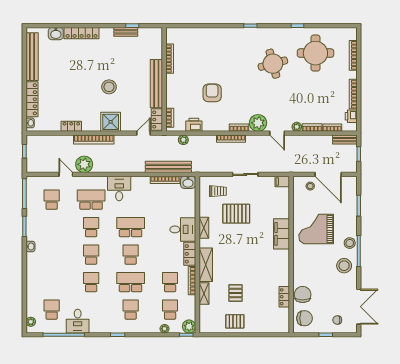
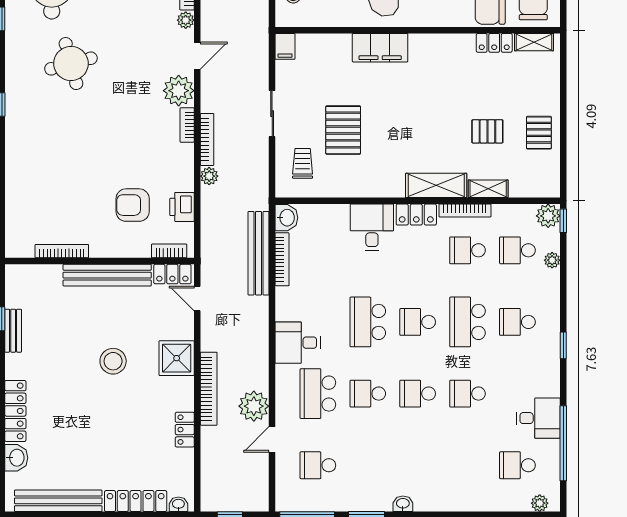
armchair: (212, 93) -> (133, 205), moved
plant: (183, 140) -> (209, 176), moved
shelving: (204, 228) -> (534, 42), moved

